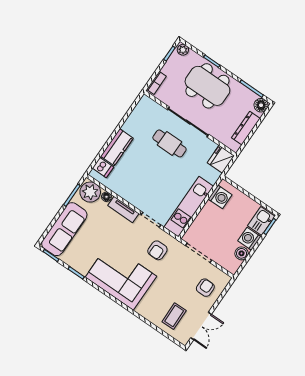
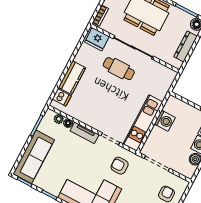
fridge: (221, 159) -> (97, 39), moved, turned -90
plant: (90, 192) -> (59, 119), width x0.53, depth x0.53
washing machine: (220, 197) -> (165, 121), moved
armchair: (157, 250) -> (120, 166), turned 90

